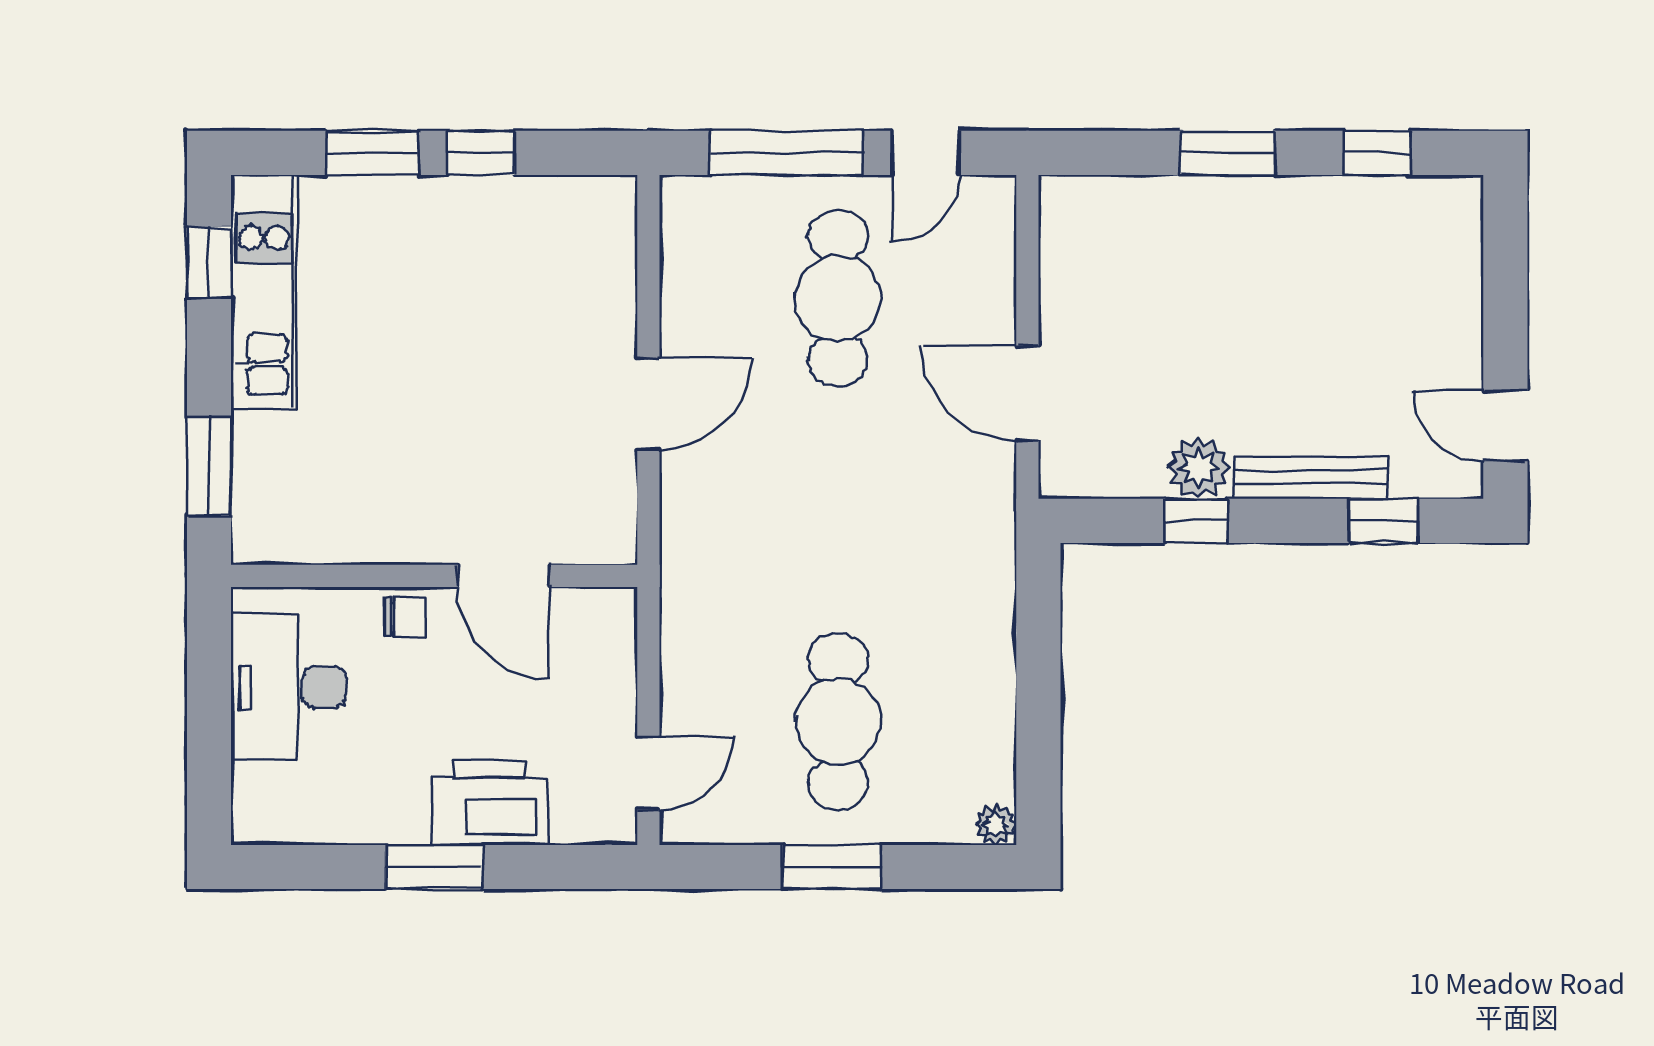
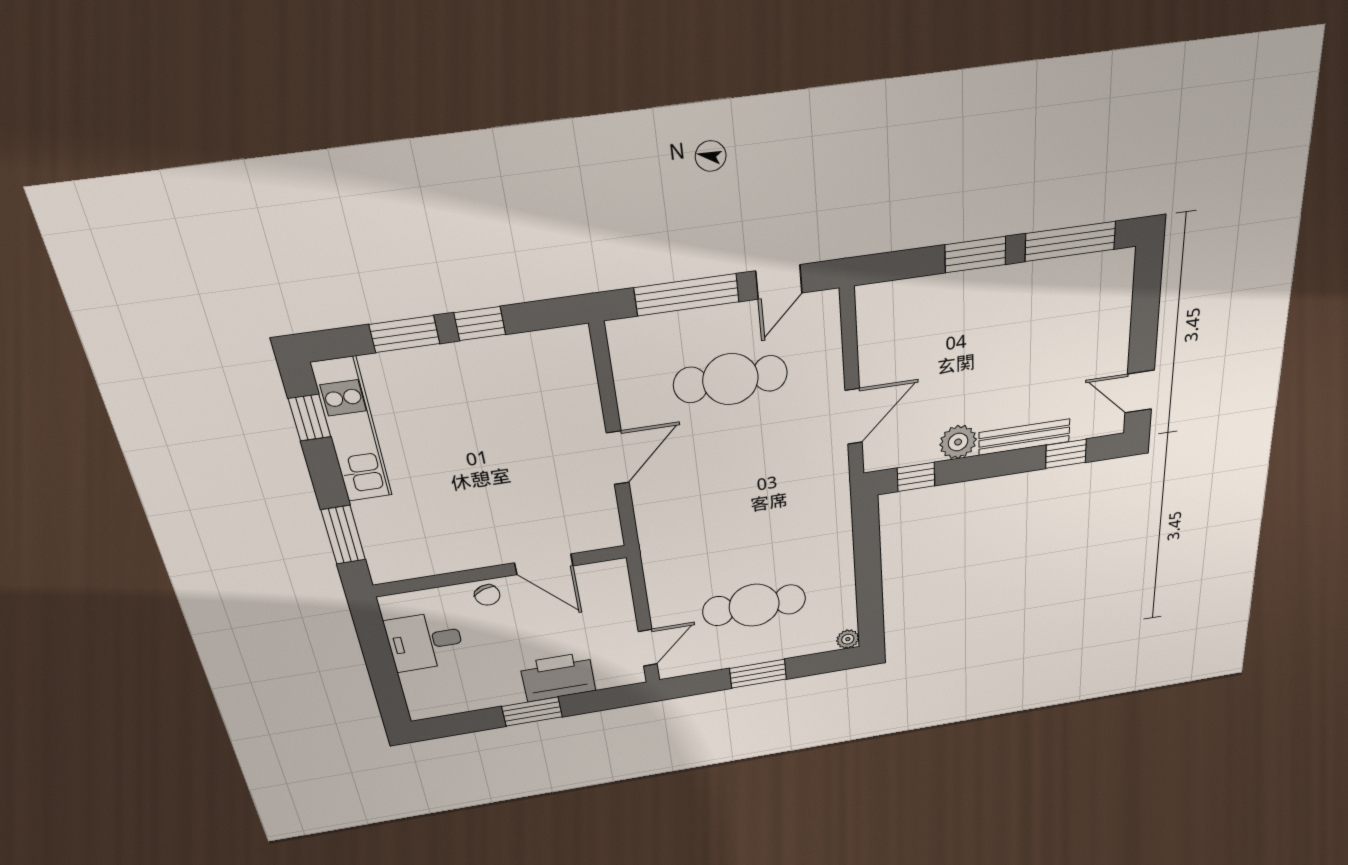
window: (1377, 153) -> (1070, 241), width x2.17
cafe table: (838, 298) -> (730, 379), turned 90
door: (1027, 393) -> (854, 416), swing flipped
window: (1196, 521) -> (916, 477), moved
chair: (404, 617) -> (487, 595), turned 70
desk: (288, 687) -> (425, 641), width x0.73
cafe table: (838, 722) -> (754, 605), turned 90

